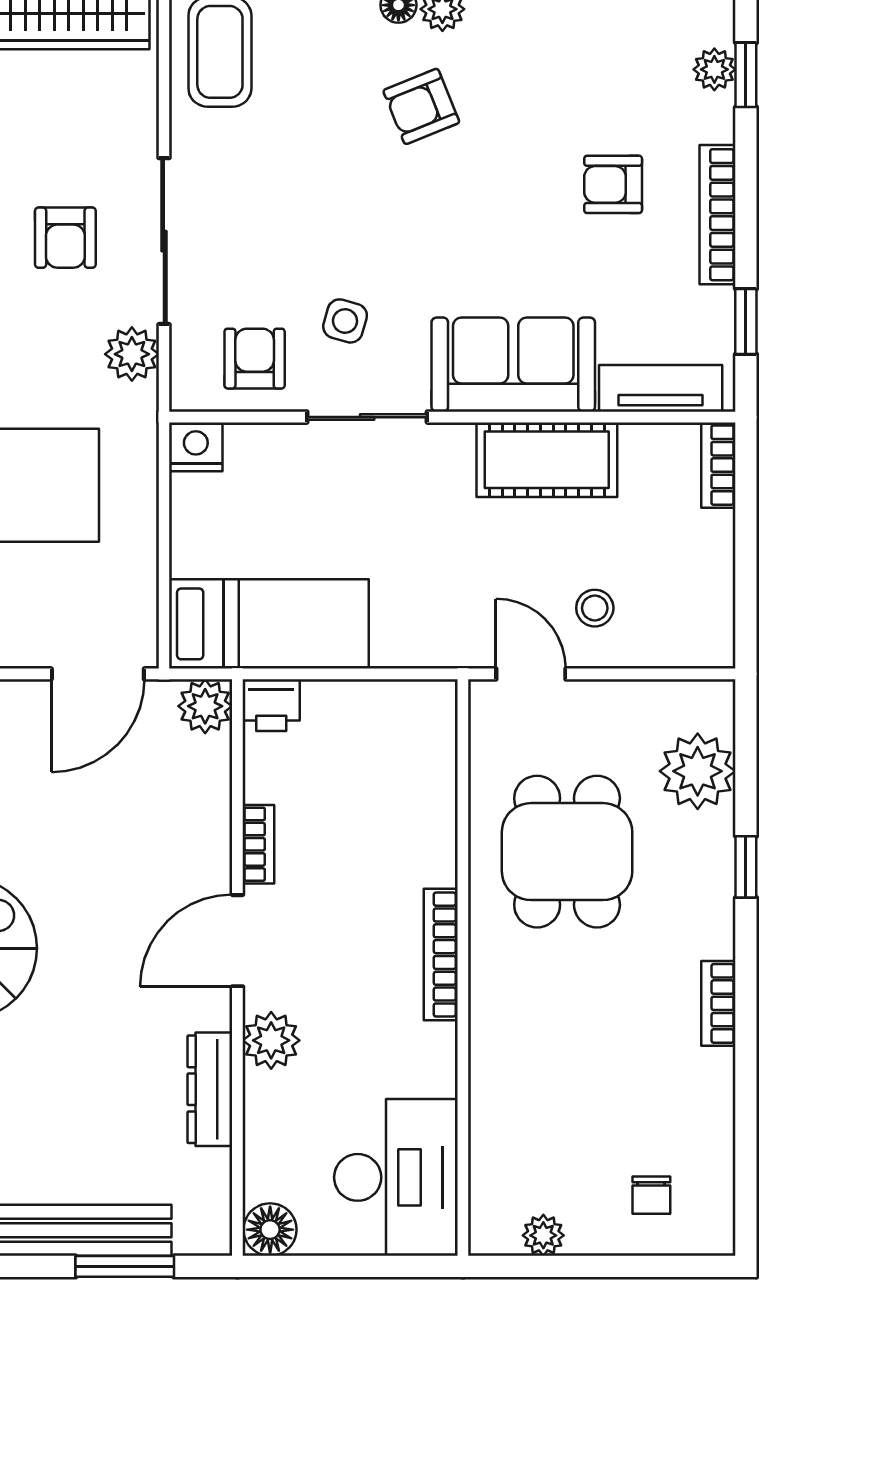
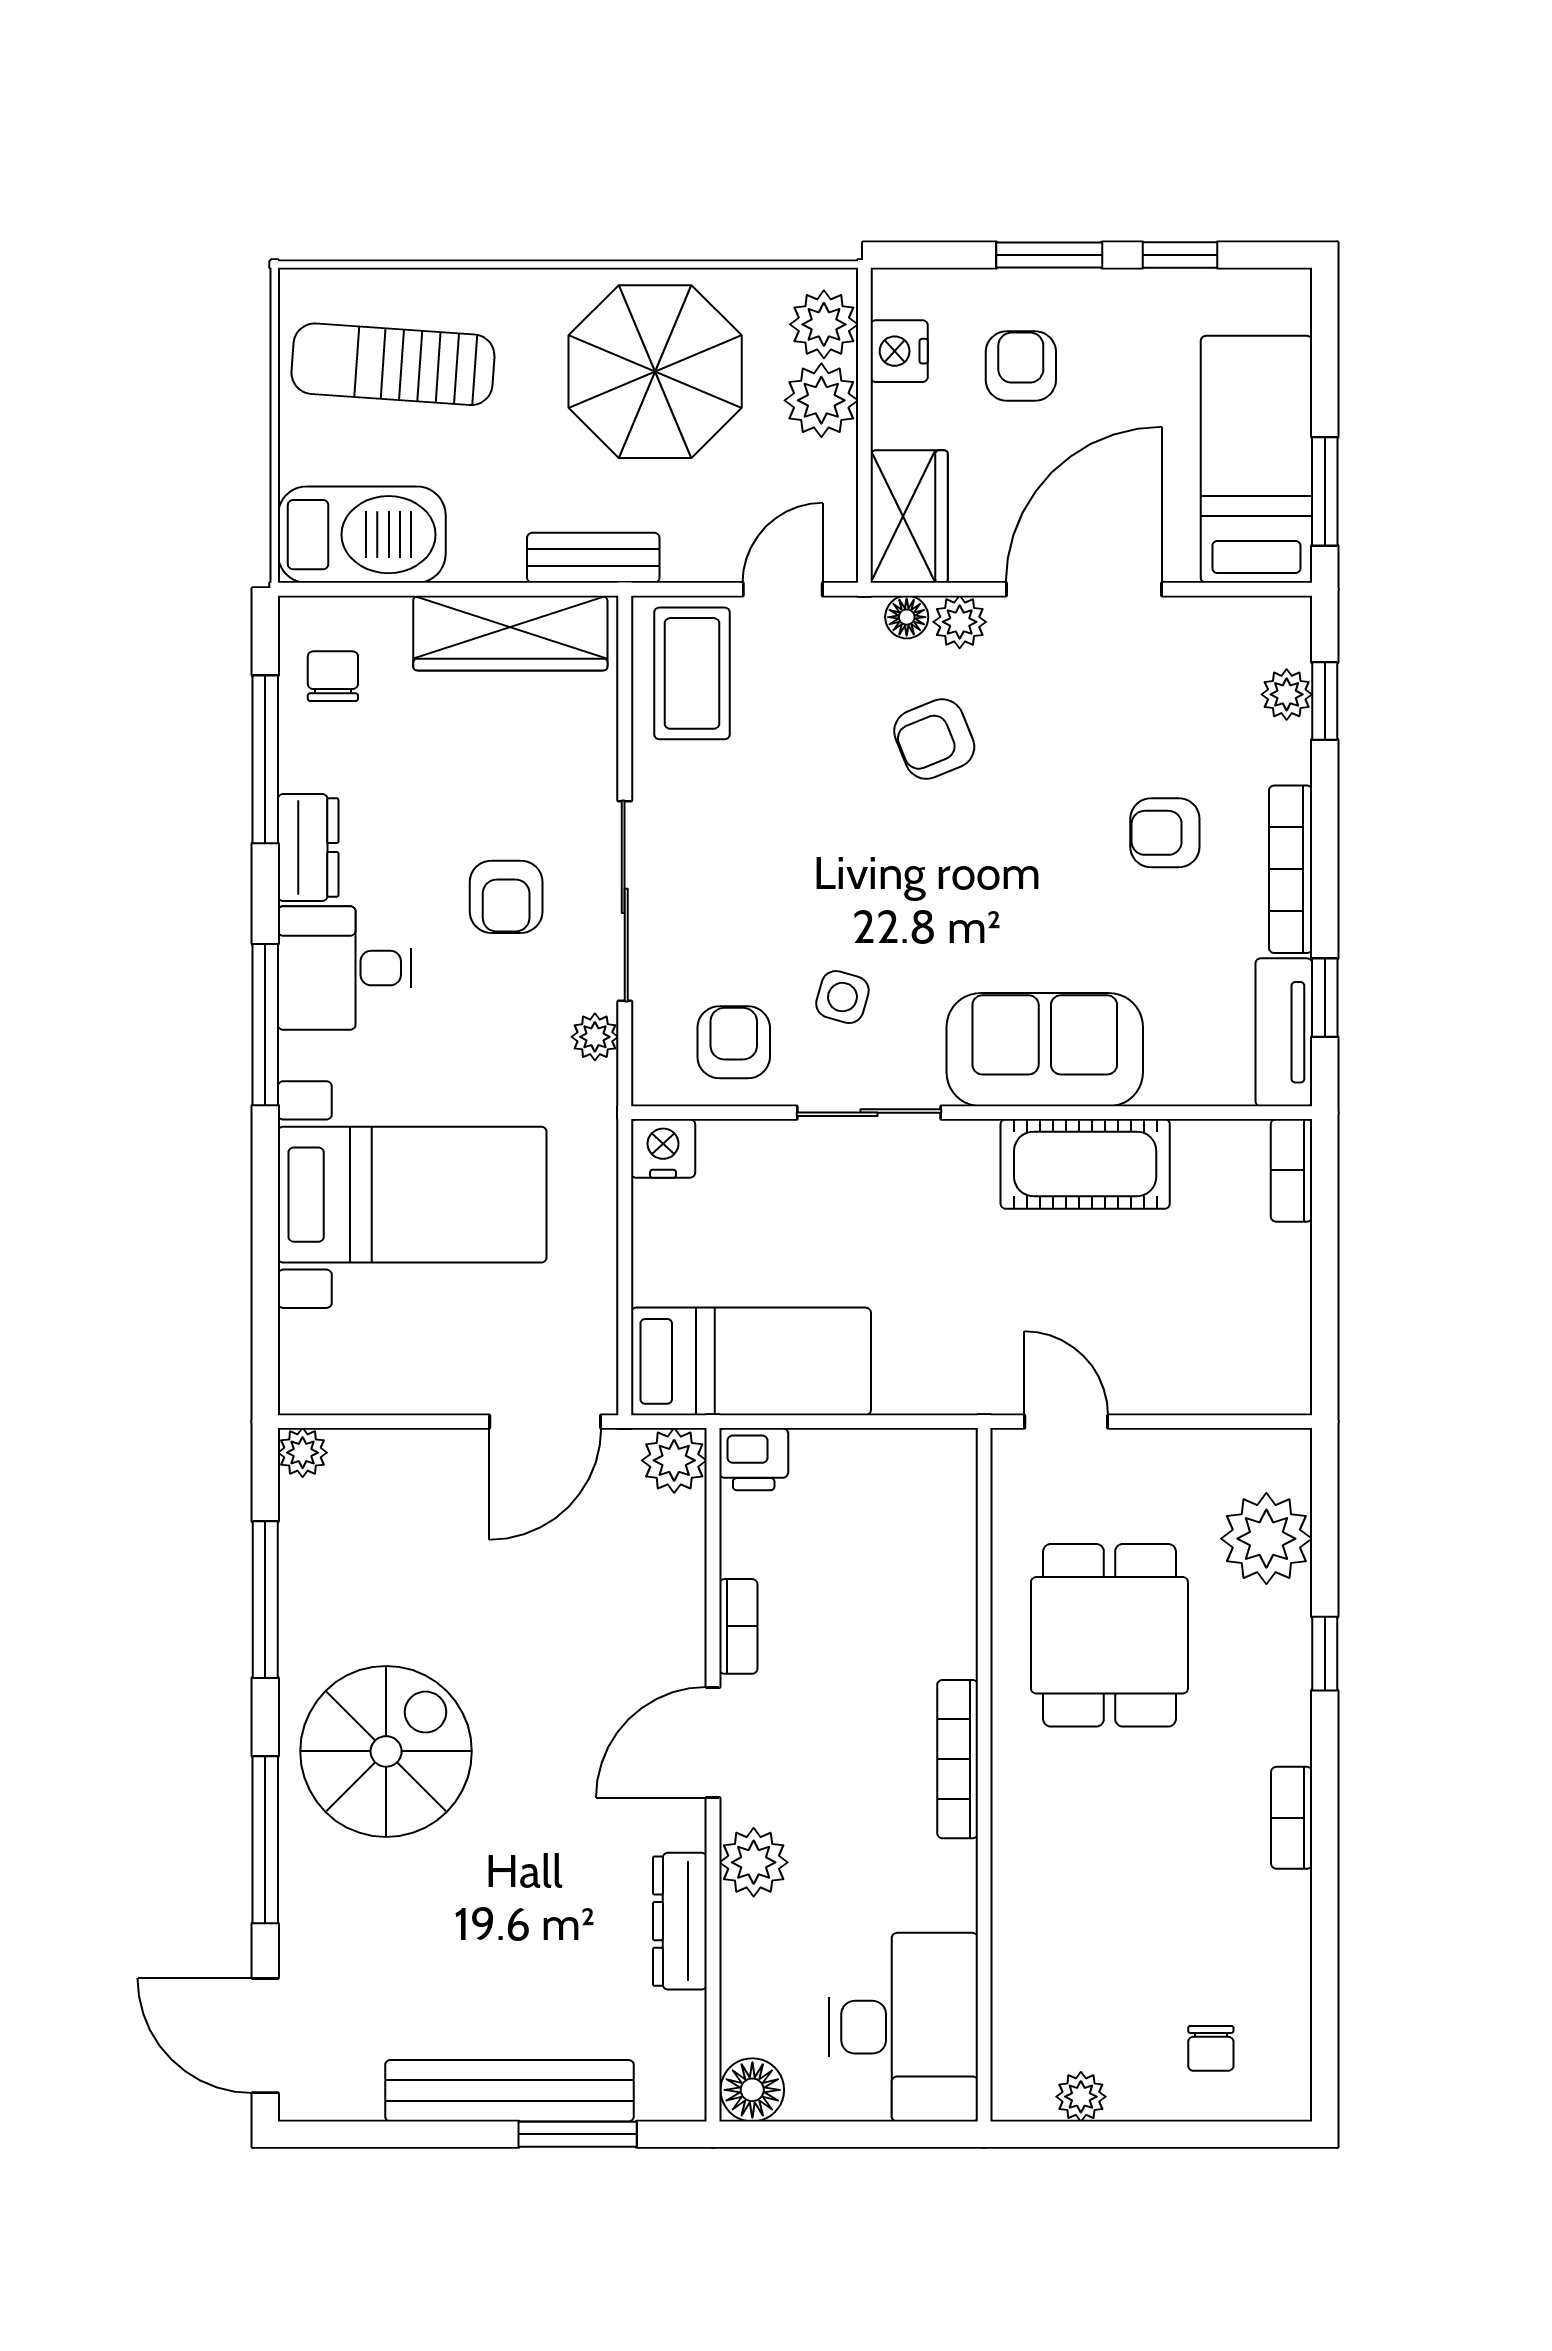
plant: (132, 354) -> (595, 1037), width x0.73, depth x0.73
tv unit: (661, 388) -> (1284, 1032), moved, turned -90
stool: (595, 608) -> (1143, 1342), removed

